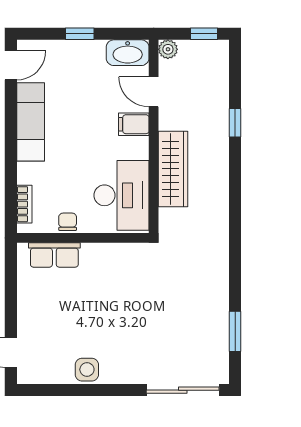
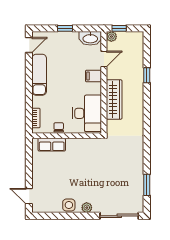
window: (204, 34) -> (119, 28), moved
door: (154, 92) -> (104, 59), swing flipped
plant: (121, 374) -> (87, 208), added

